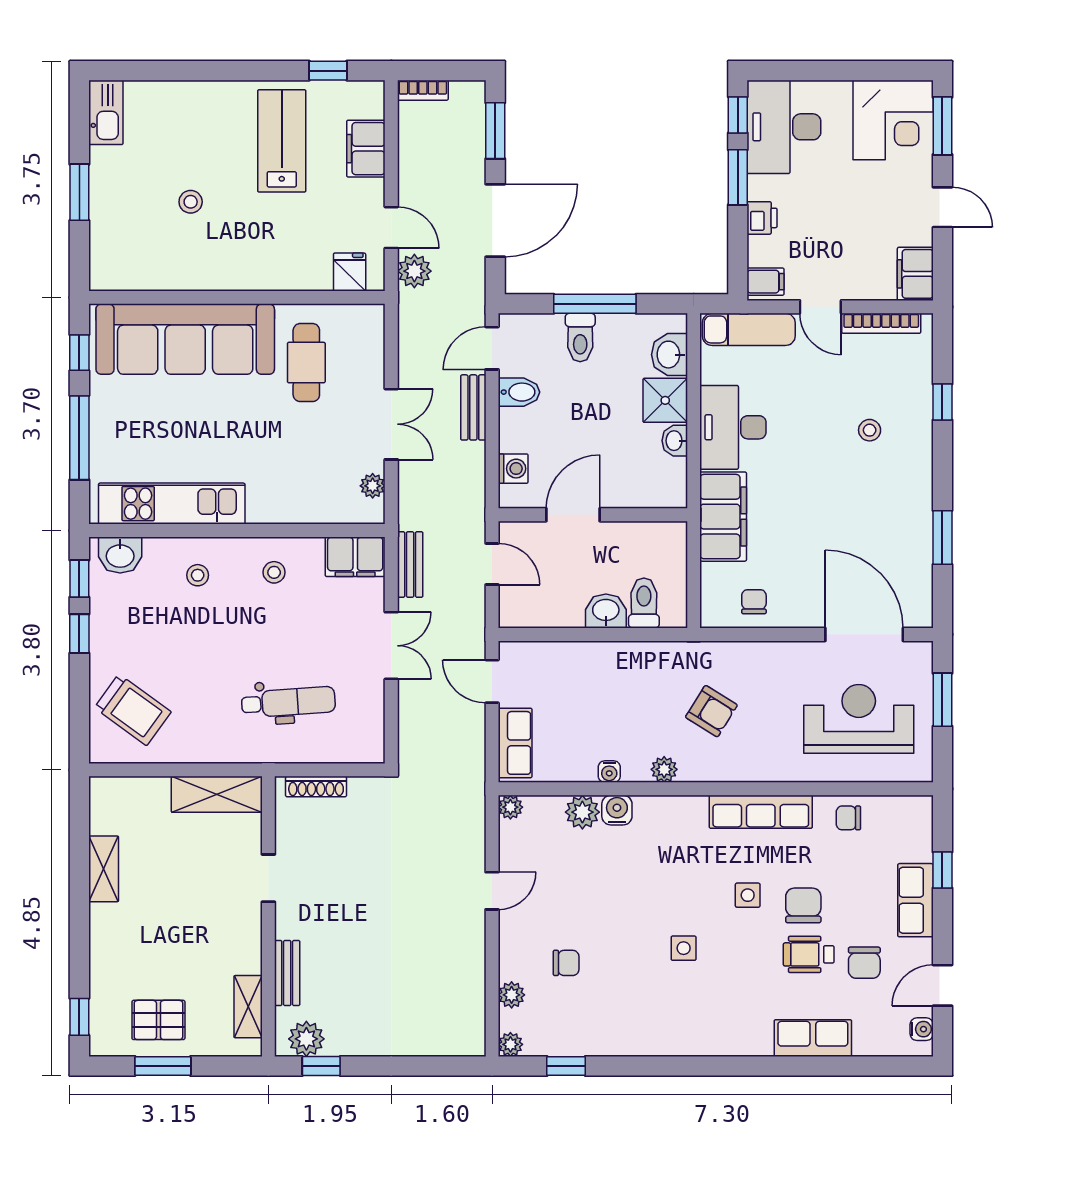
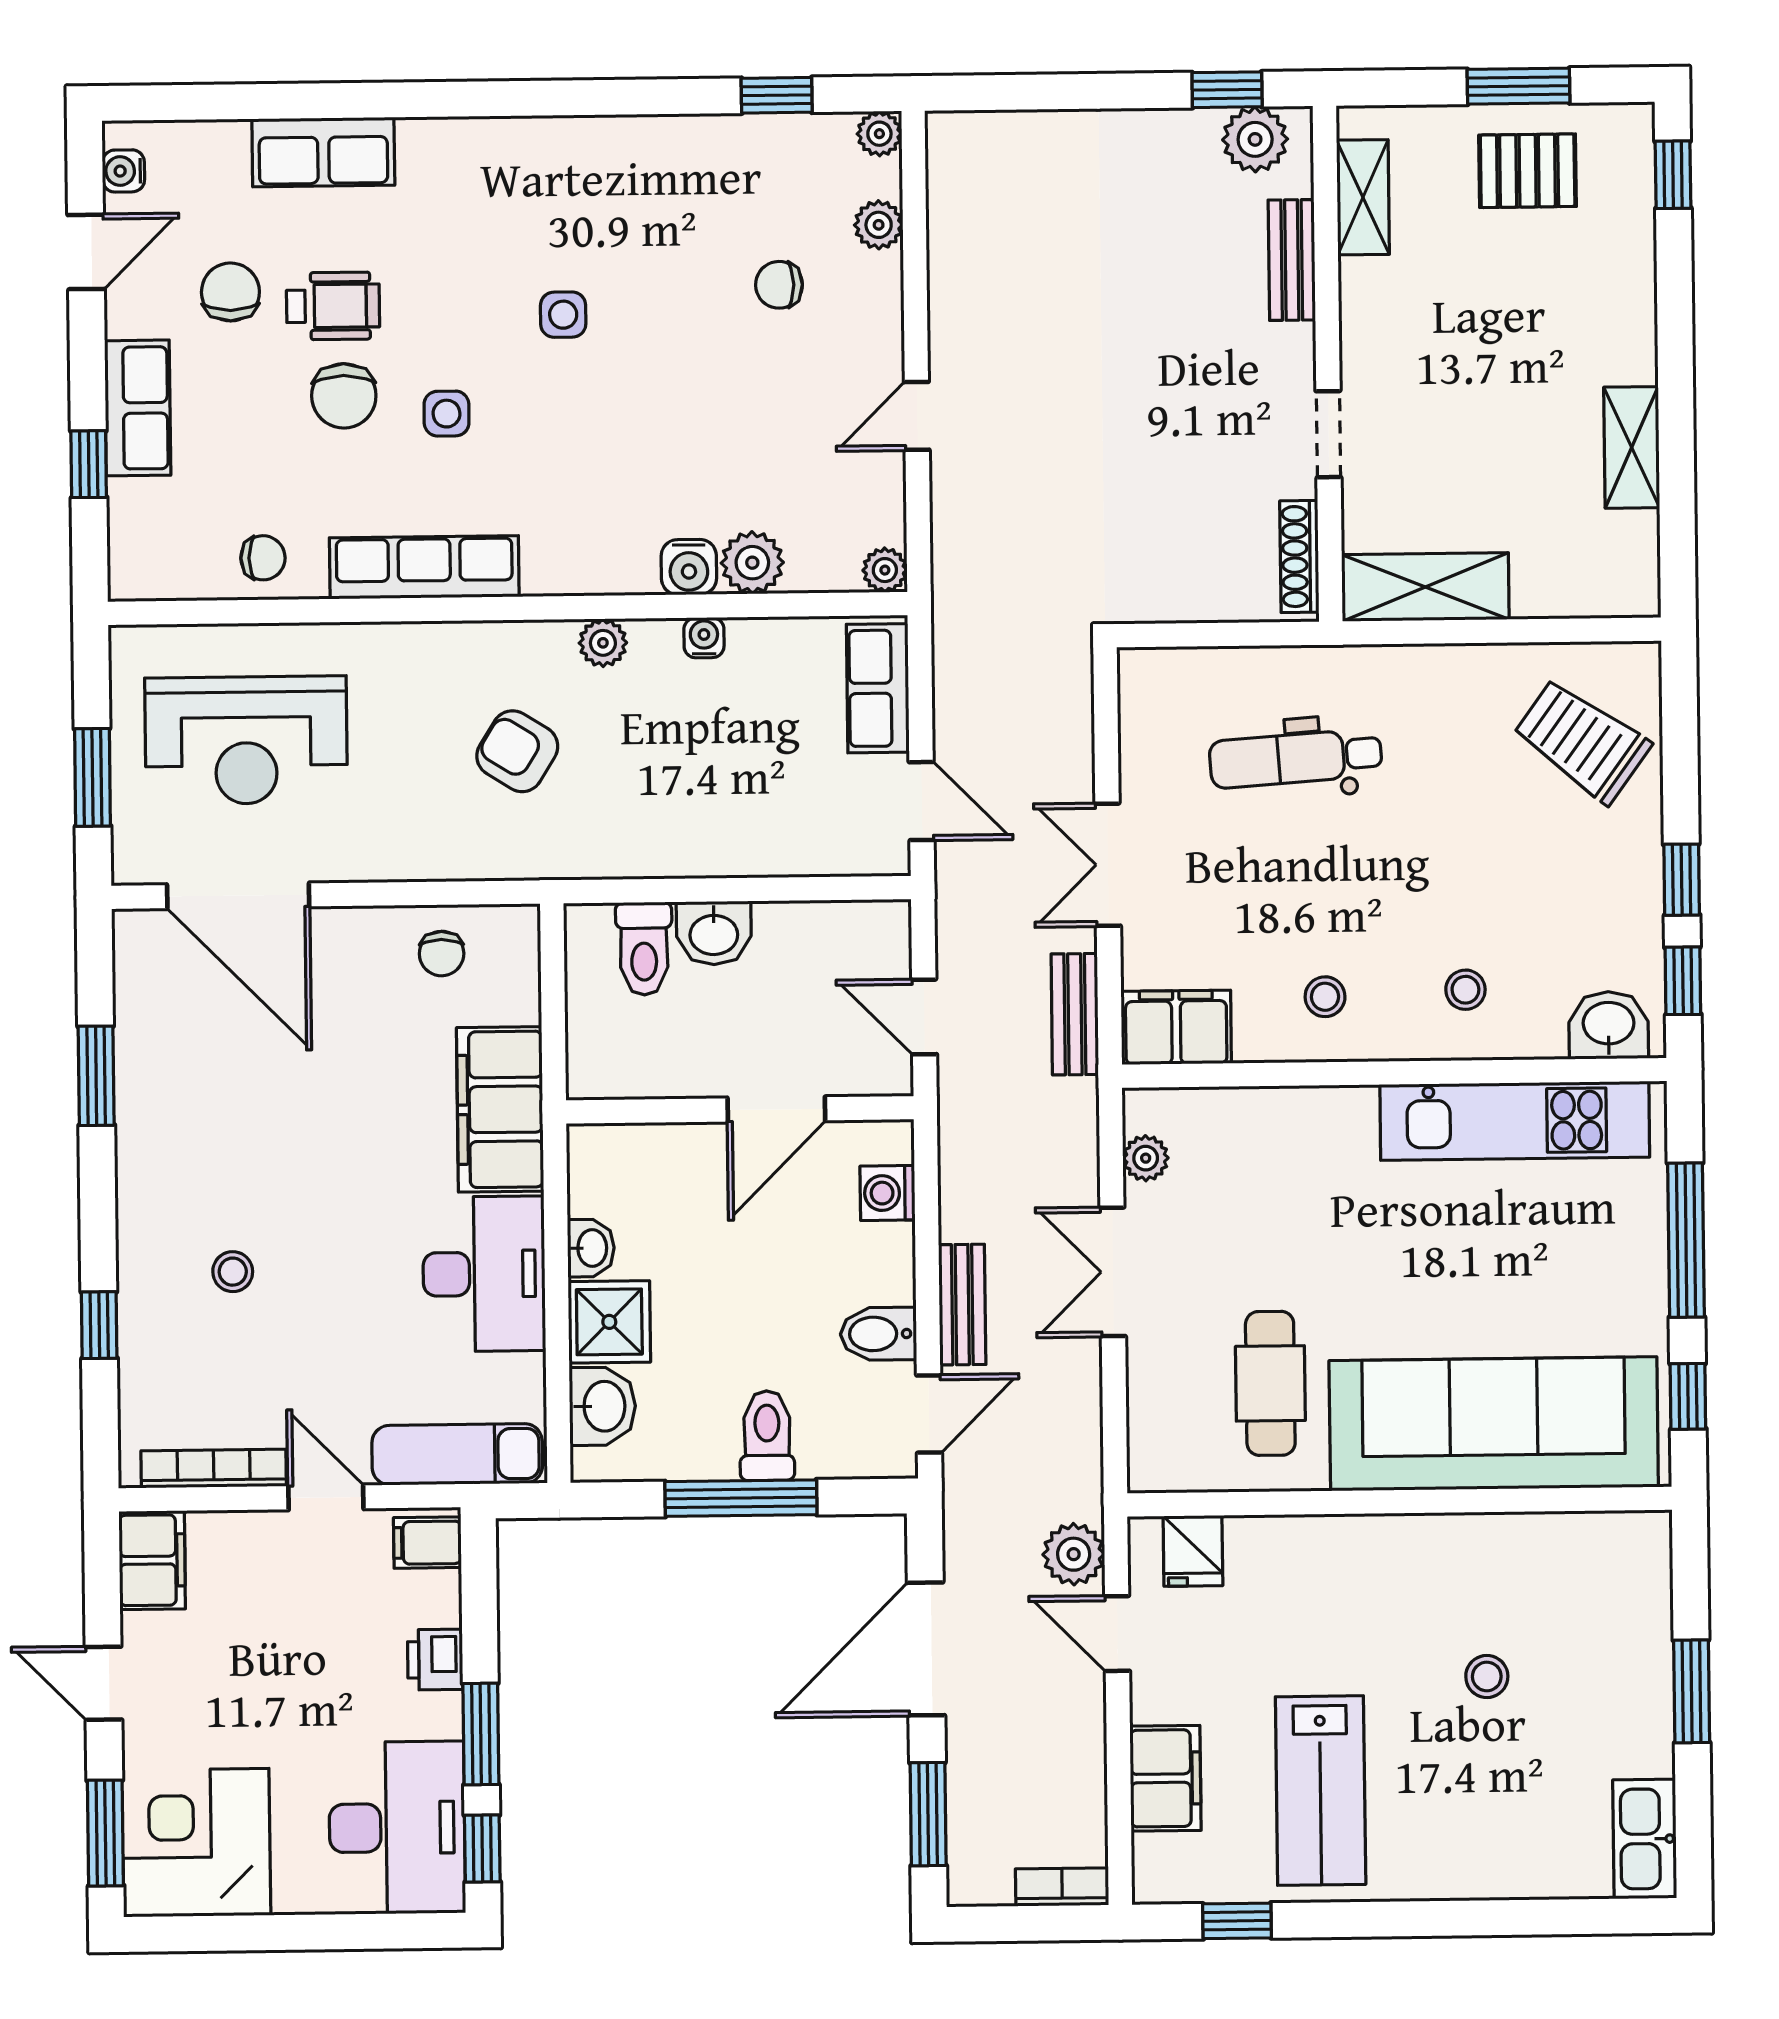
shoe rack: (316, 787) -> (1299, 557), moved, turned -90

